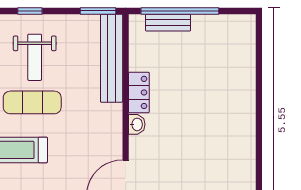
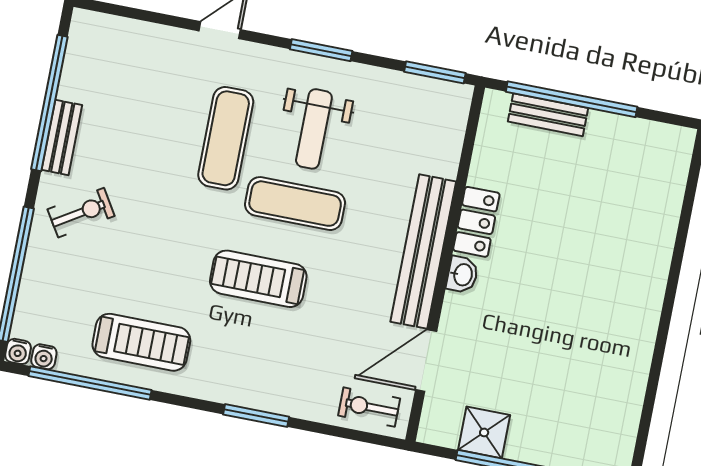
window: (30, 11) -> (321, 50), width x1.50
bench: (112, 58) -> (423, 252), moved

